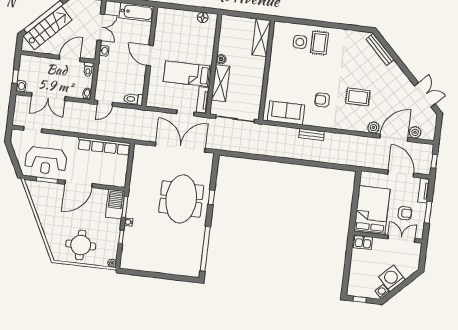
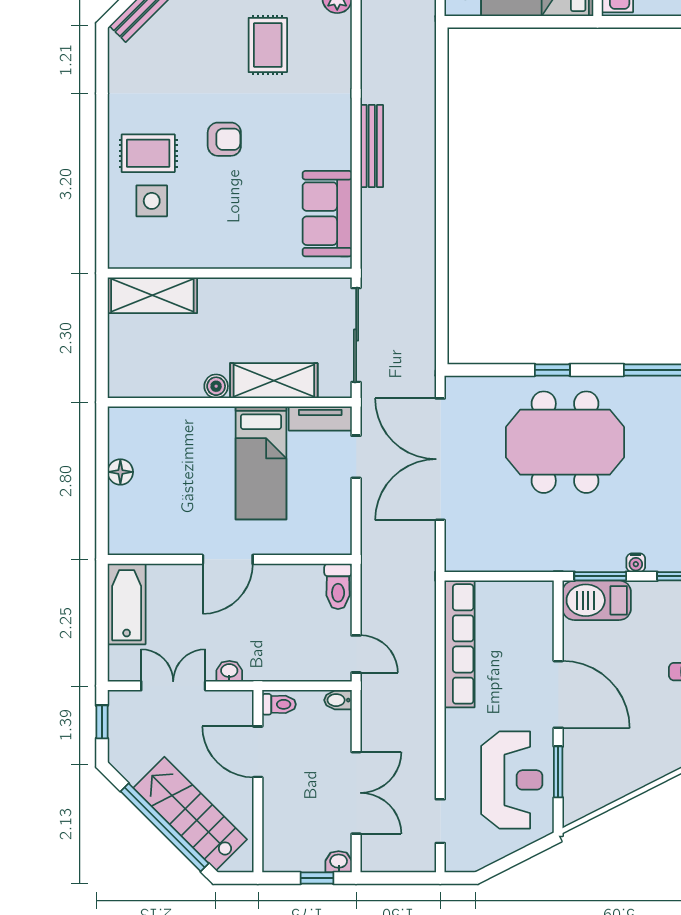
floor lamp: (203, 17) -> (120, 472), moved
armchair: (322, 100) -> (224, 139), moved, turned -90
bench: (312, 134) -> (372, 146), width x1.36

